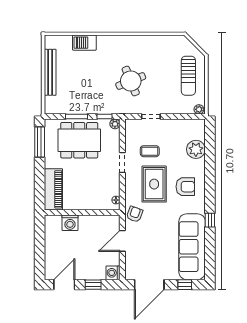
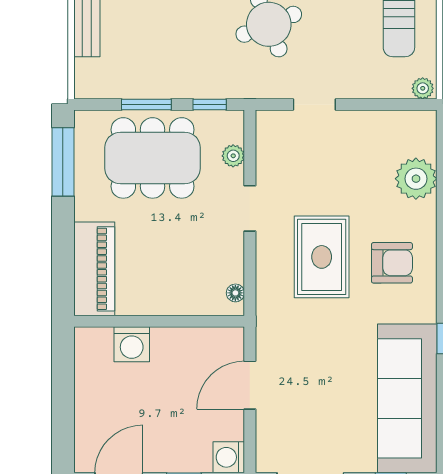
plant: (115, 124) -> (233, 156), moved
coffee table: (150, 151) -> (312, 183), removed
armchair: (135, 214) -> (277, 325), removed

